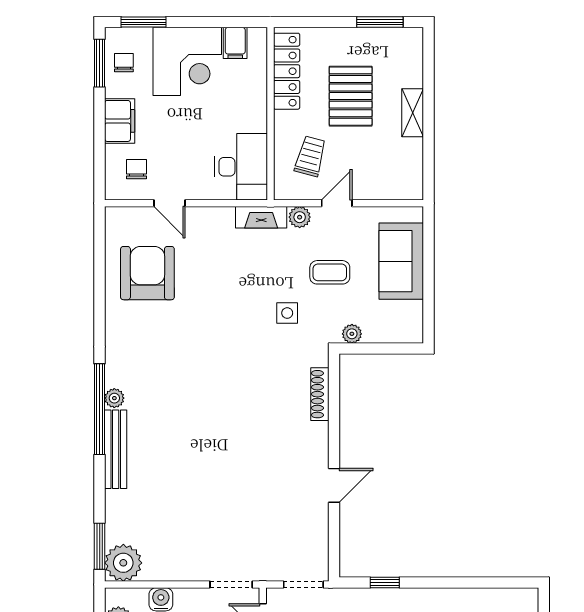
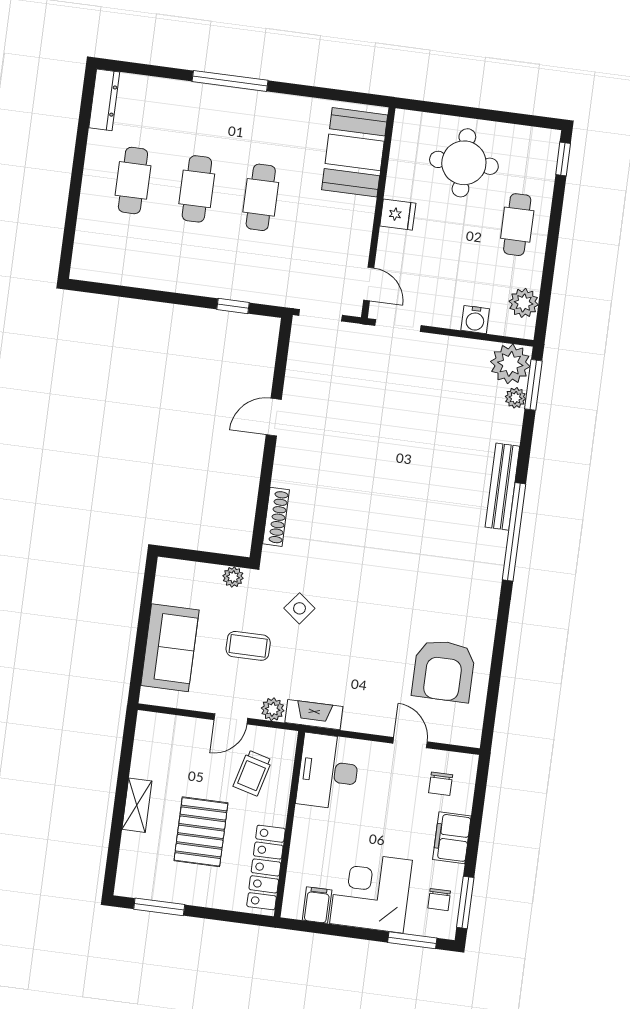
side table: (287, 313) -> (299, 608), turned 38
plant: (114, 398) -> (515, 398), moved

